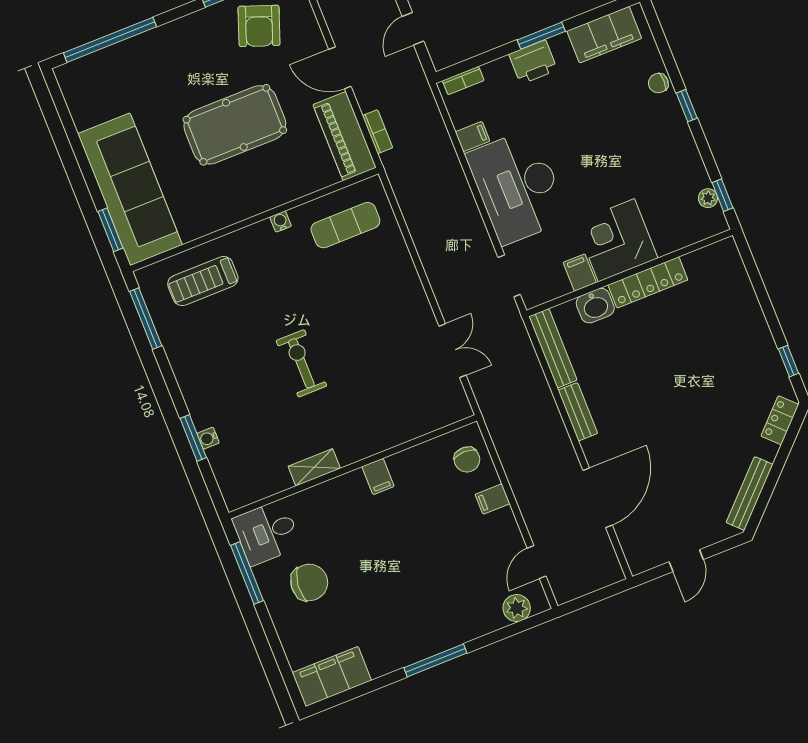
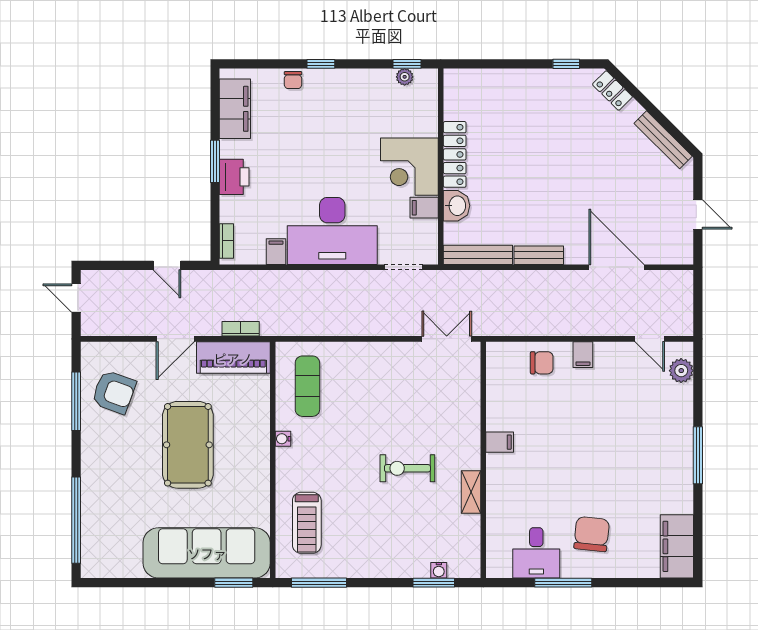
shelving: (314, 467) -> (471, 492), moved
wall: (353, 467) -> (483, 460), moved
filing cabinet: (378, 476) -> (500, 442), moved

